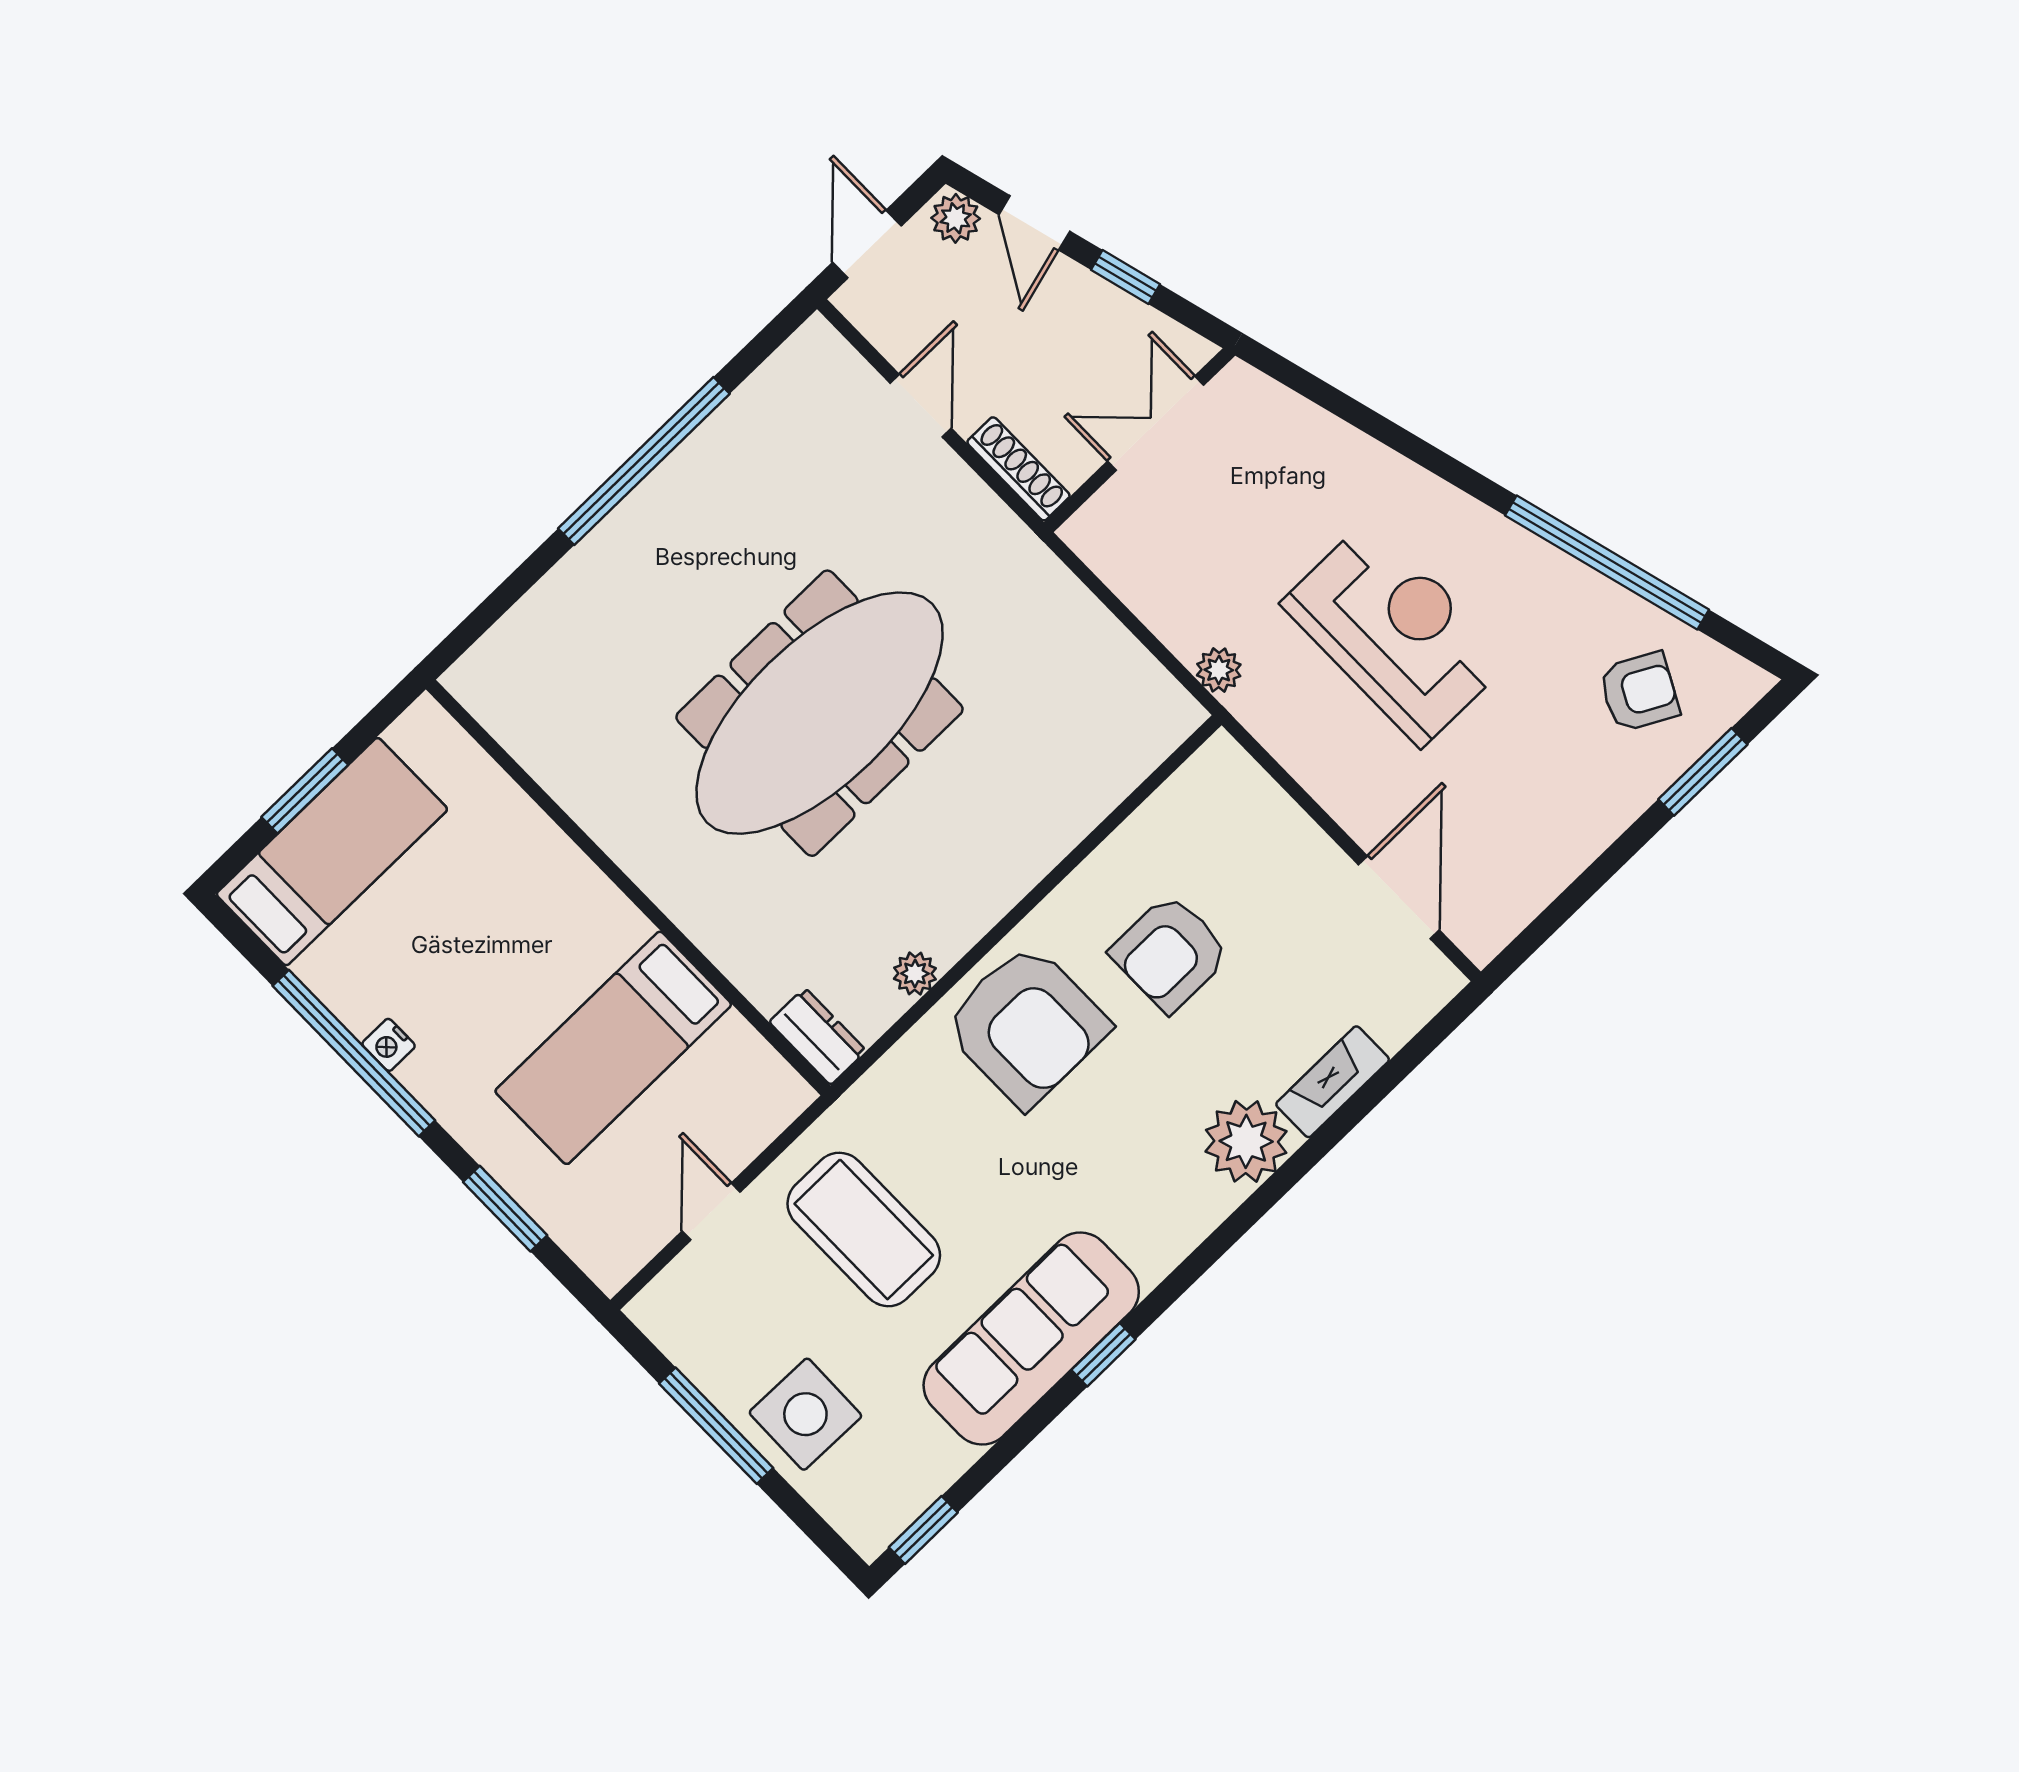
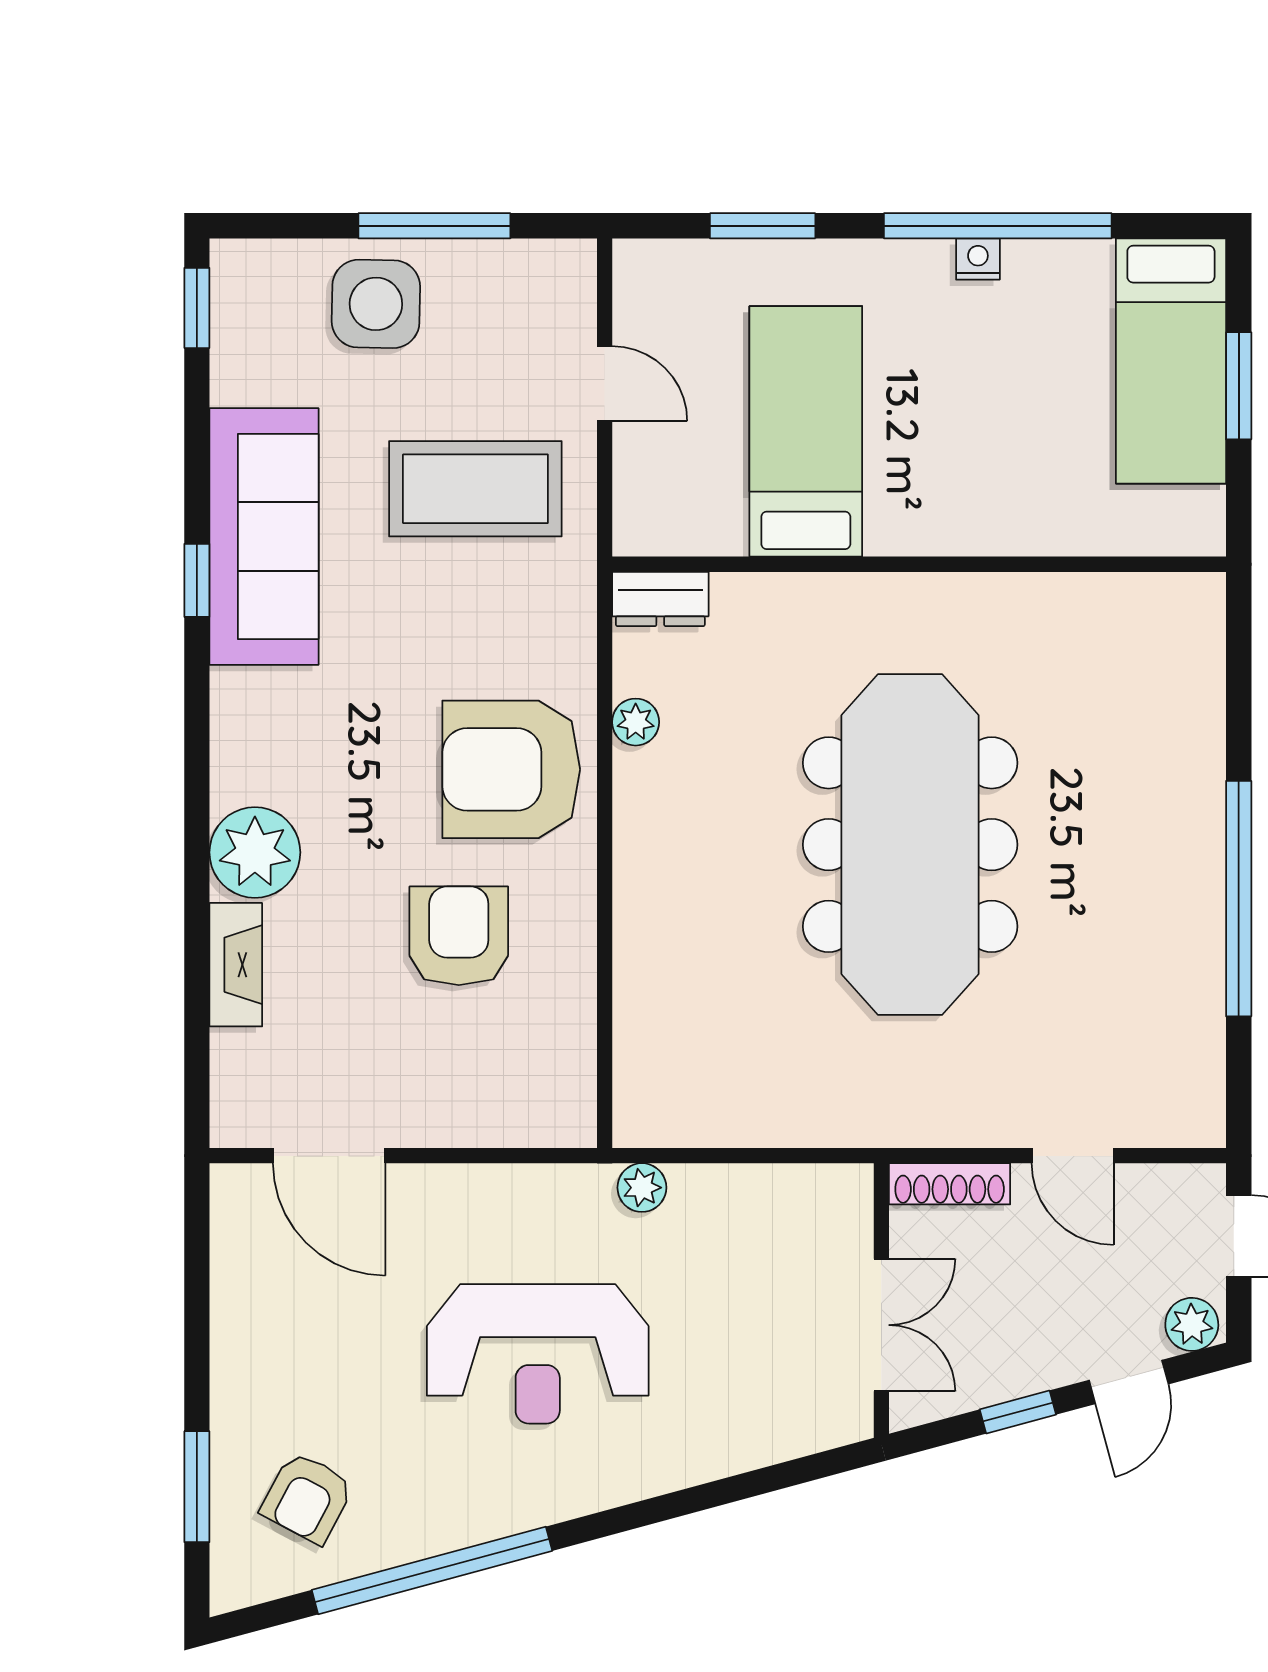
door: (1034, 223) -> (1129, 1382), swing flipped

